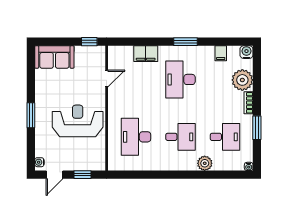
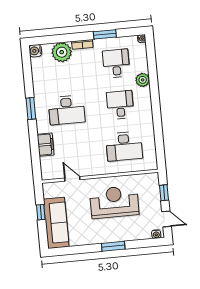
window: (89, 42) -> (41, 212), moved
filing cabinet: (221, 53) -> (39, 75), removed
sofa: (54, 57) -> (56, 223), width x1.36
reception desk: (78, 121) -> (114, 202), turned 90

